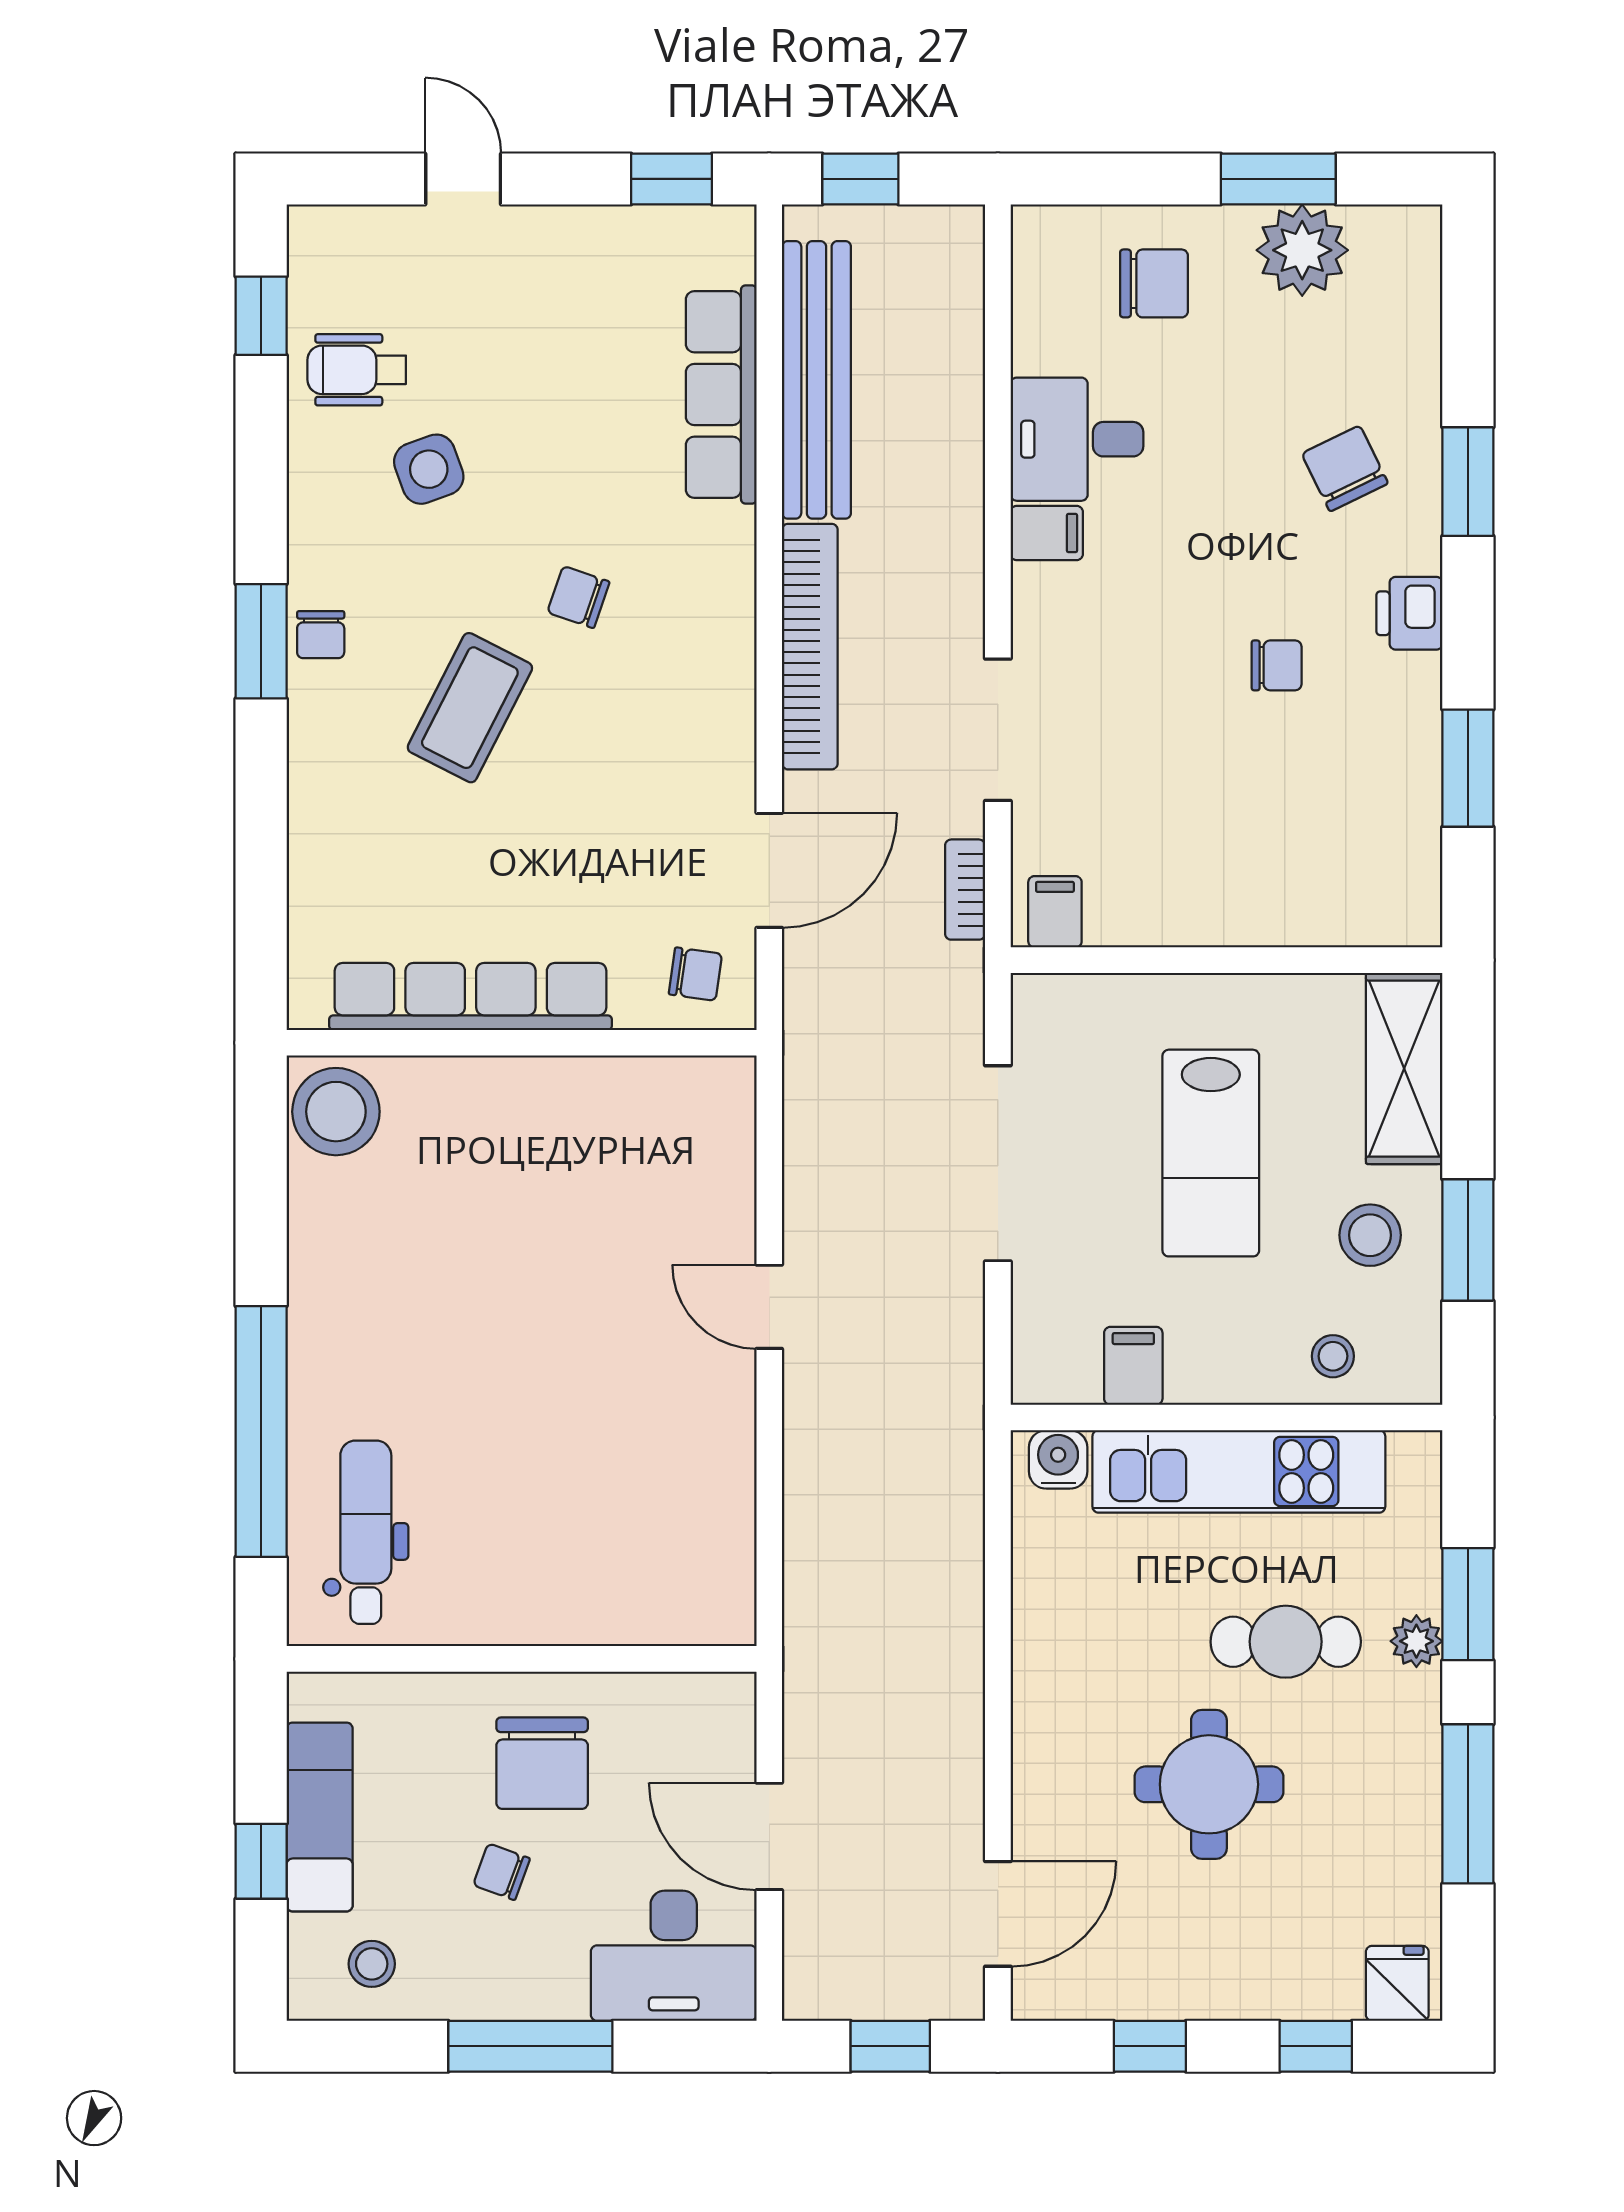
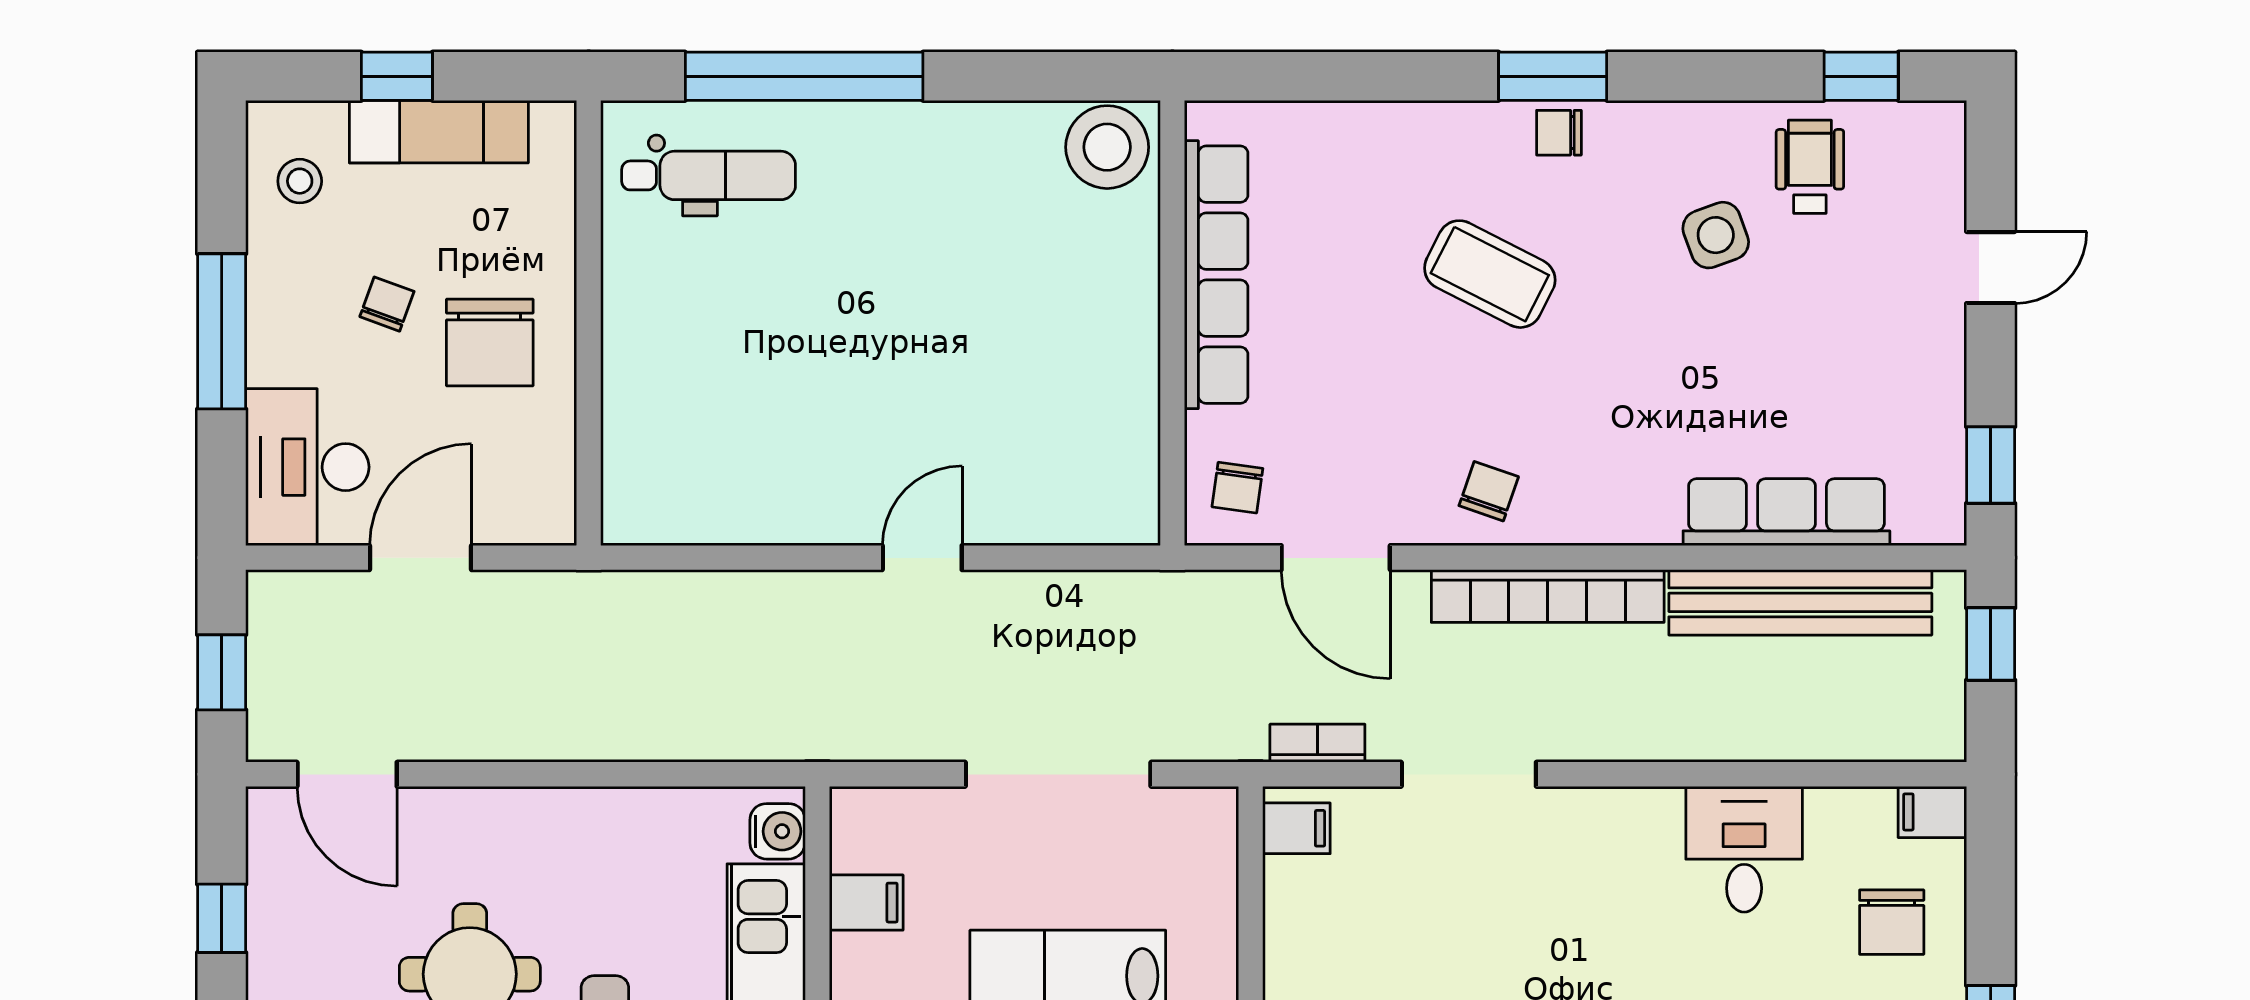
filing cabinet: (1047, 533) -> (1932, 812), moved, turned 90
chair: (578, 597) -> (1489, 491), moved
chair: (542, 1763) -> (490, 342), turned -90

